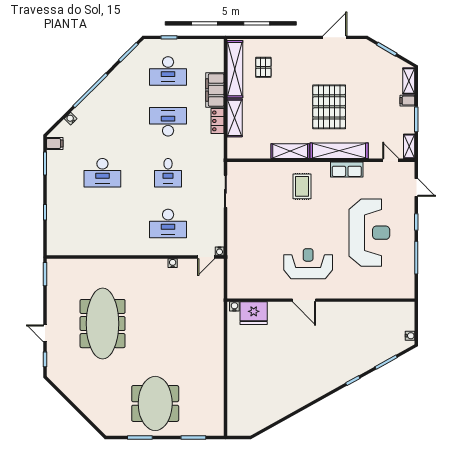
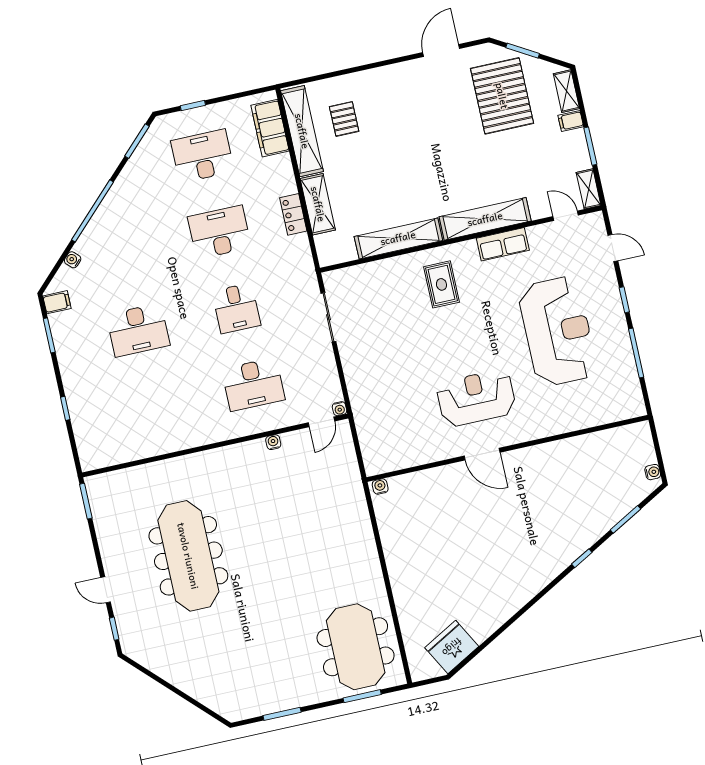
desk: (168, 71) -> (203, 156), turned 180
filing cabinet: (215, 90) -> (270, 128), moved
pallet: (329, 107) -> (502, 96), moved
shelving: (290, 151) -> (398, 238), width x1.47
fridge: (254, 313) -> (452, 647), moved, turned 151
meeting table: (155, 403) -> (356, 647), moved

